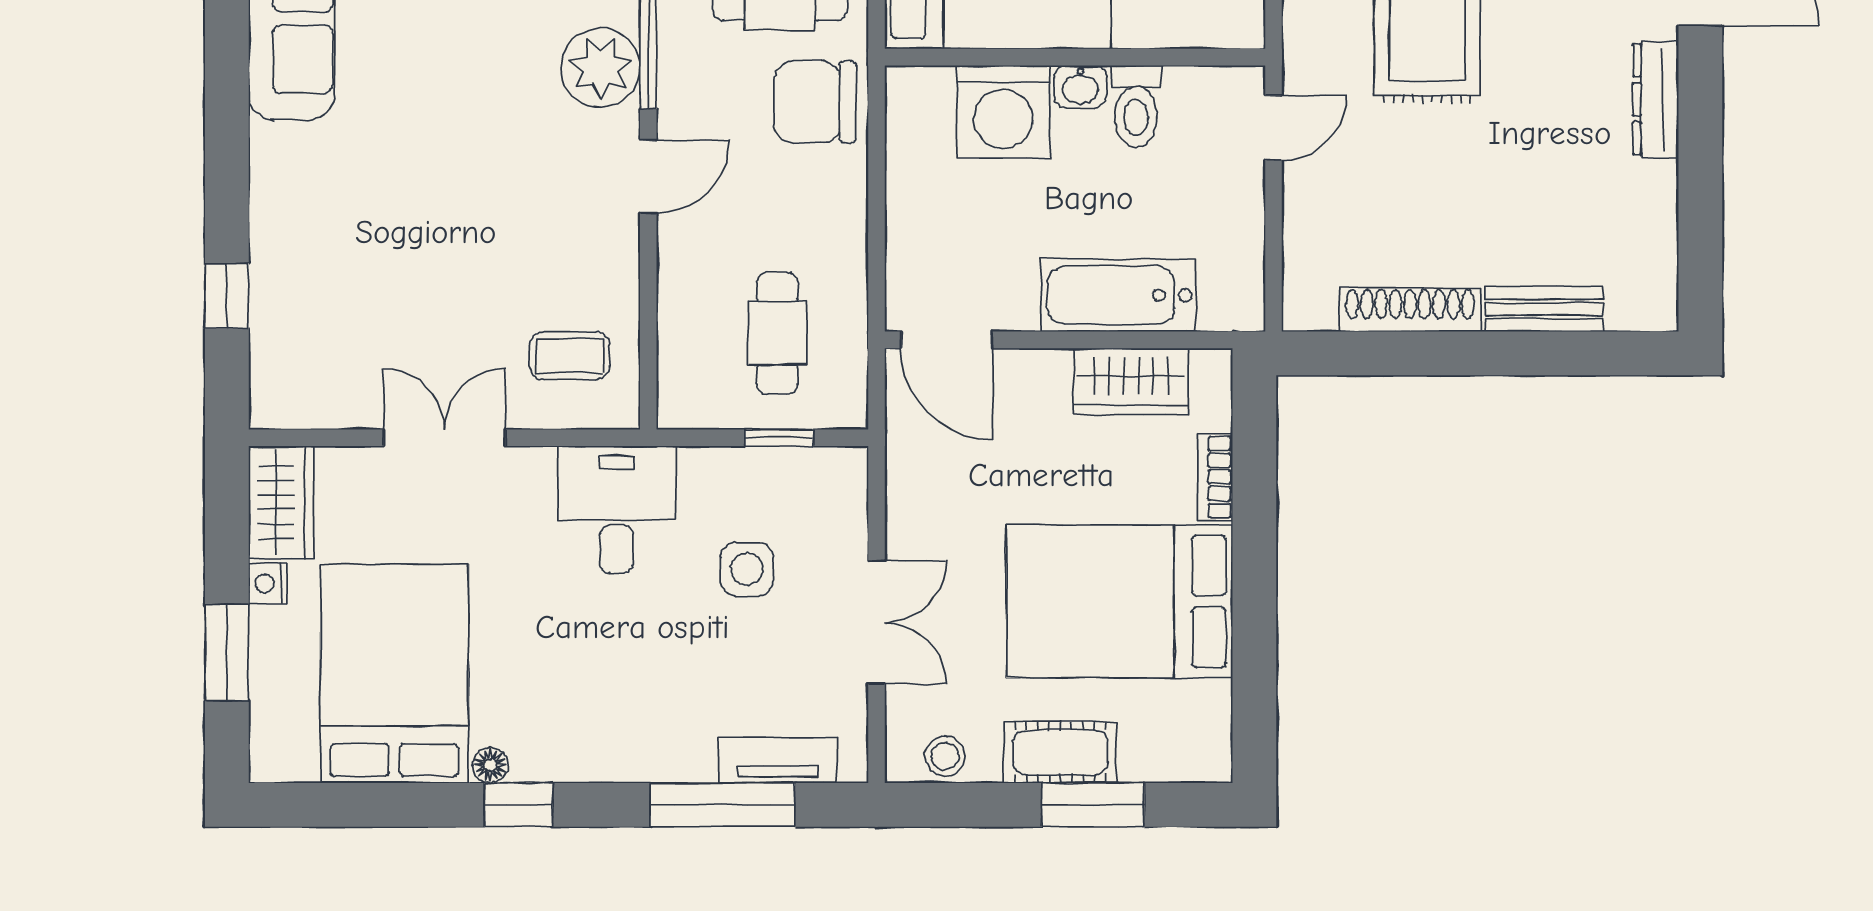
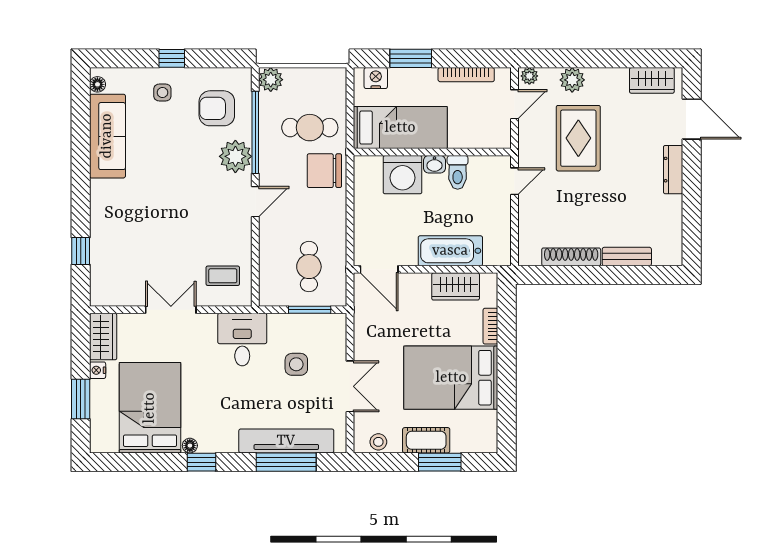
window: (779, 438) -> (310, 310), width x1.50
tv unit: (778, 760) -> (286, 441), width x1.92, depth x1.29

